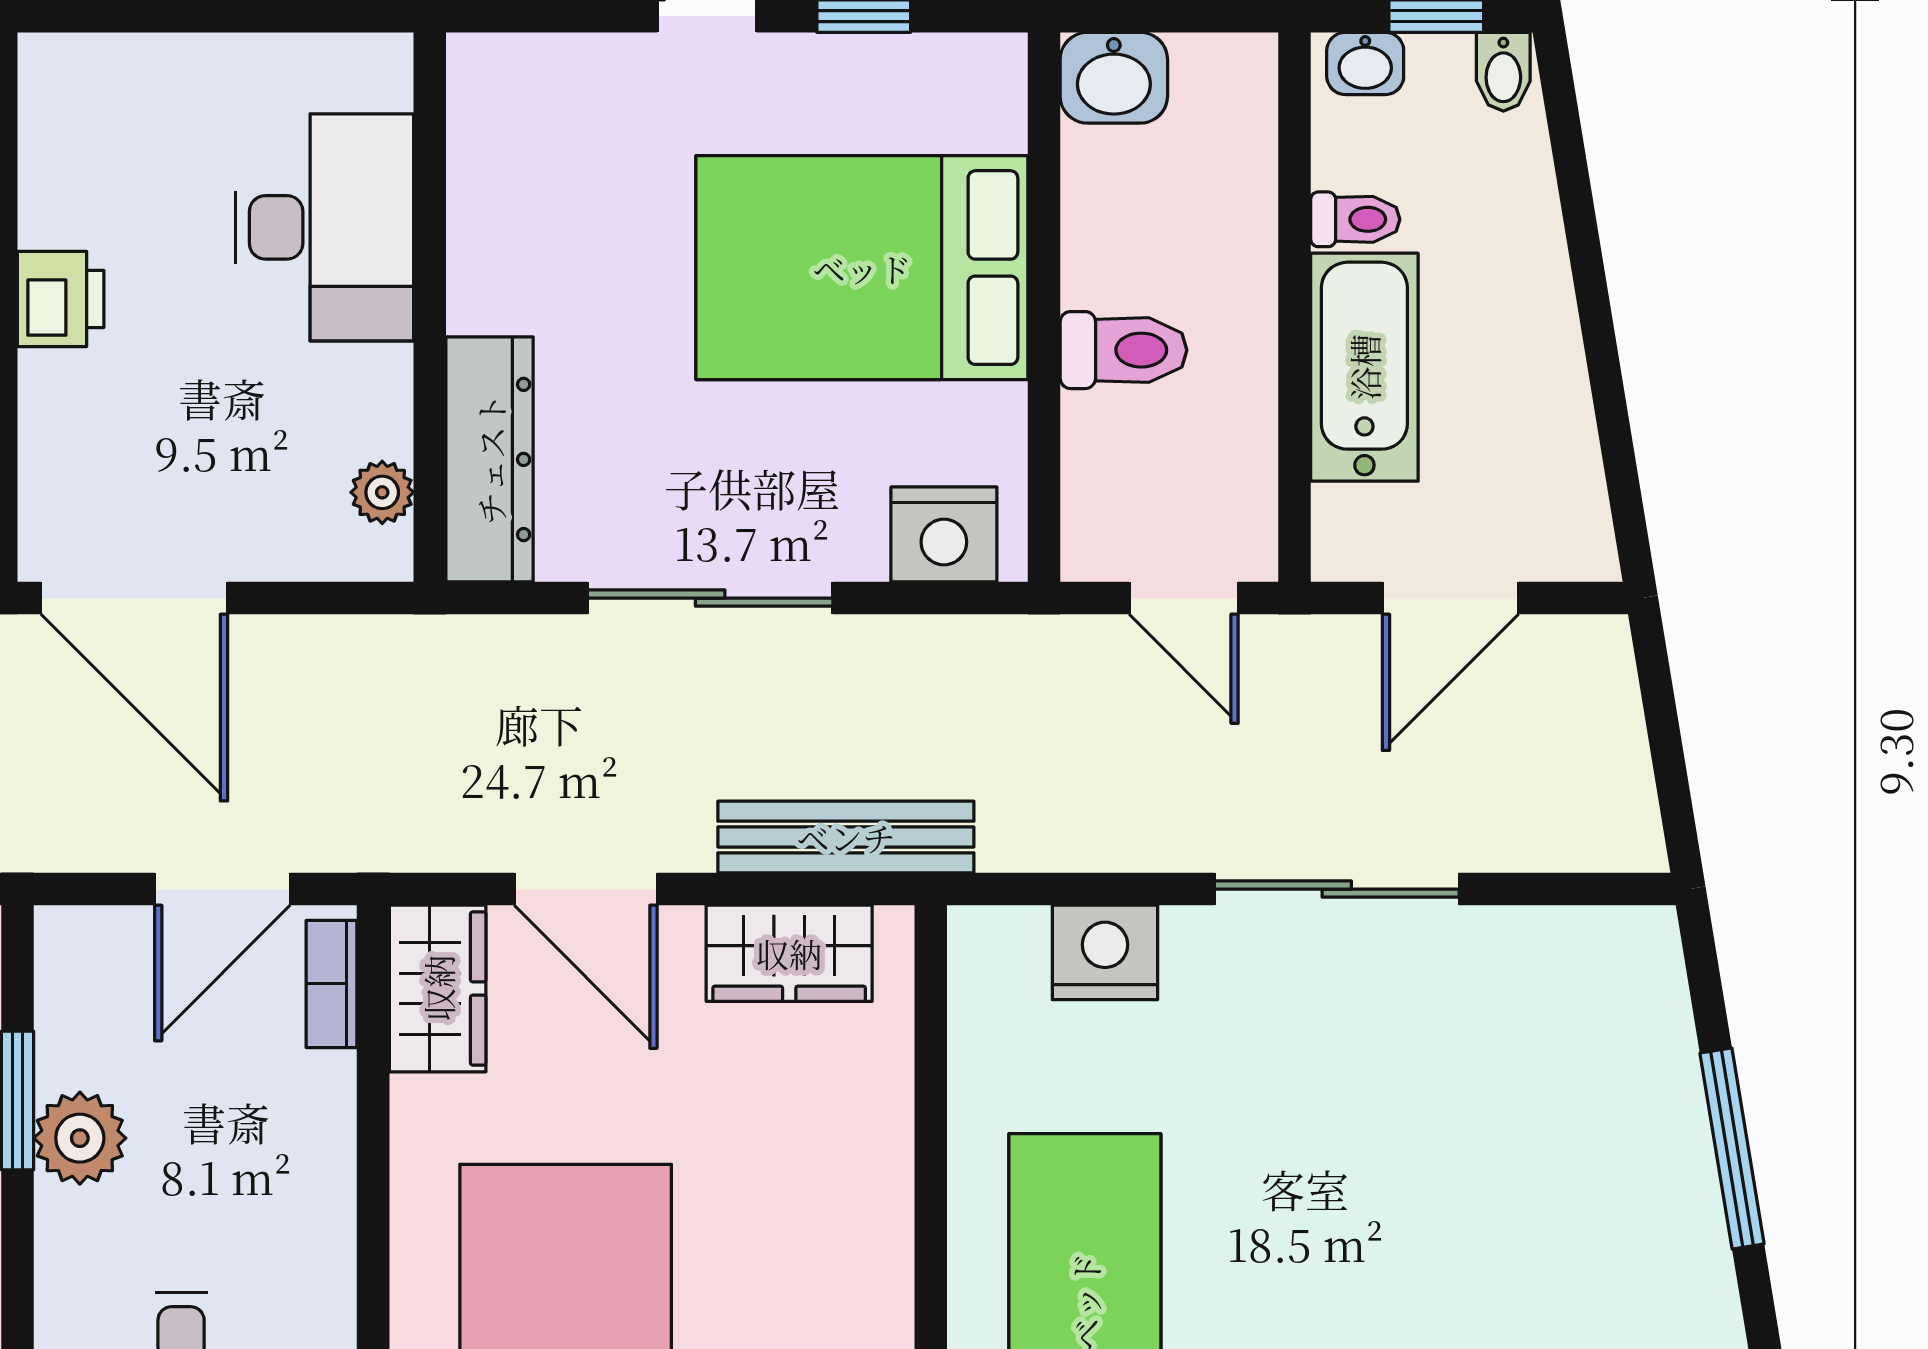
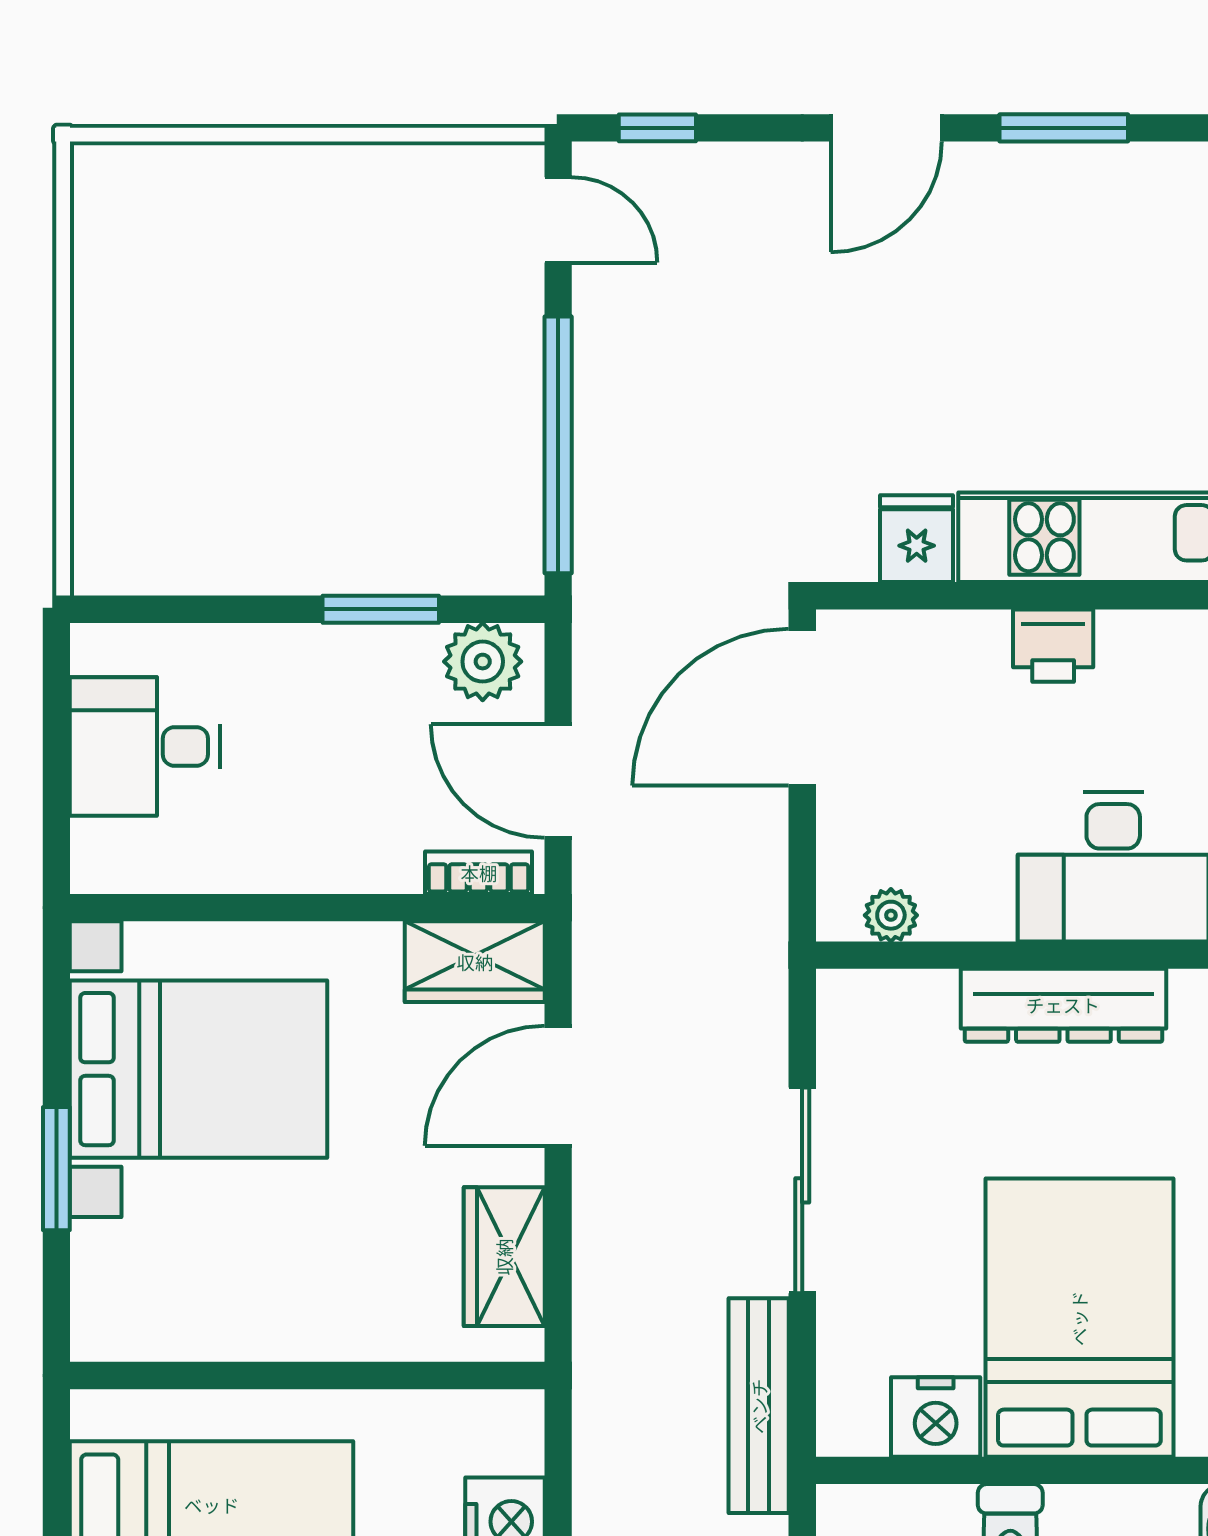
dresser: (490, 459) -> (1063, 1005), moved
nightstand: (944, 534) -> (936, 1417), moved, turned -90
bench: (846, 837) -> (759, 1406), moved
plant: (80, 1138) -> (483, 662), moved

